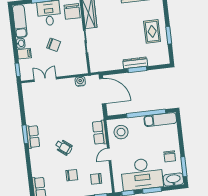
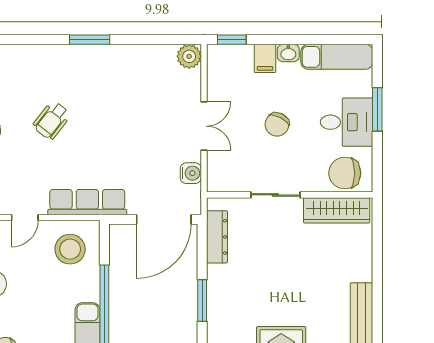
dresser: (135, 63) -> (217, 237), moved
double door: (45, 79) -> (204, 126), moved
plant: (27, 88) -> (189, 56), added
row of seats: (99, 133) -> (87, 202), width x1.48
row of seats: (33, 137) -> (82, 56), removed
door: (109, 154) -> (25, 217), swing flipped

